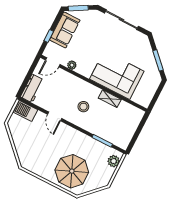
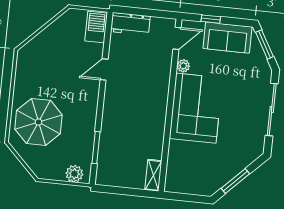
door: (53, 62) -> (177, 38), swing flipped
corner sofa: (117, 75) -> (196, 108), moved
shelving: (110, 99) -> (153, 175), moved
stool: (83, 107) -> (133, 104), removed

